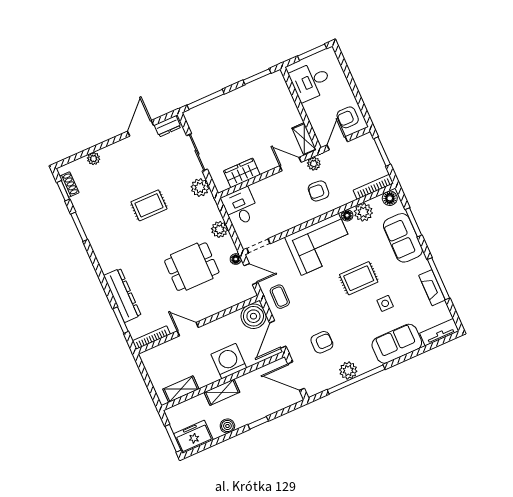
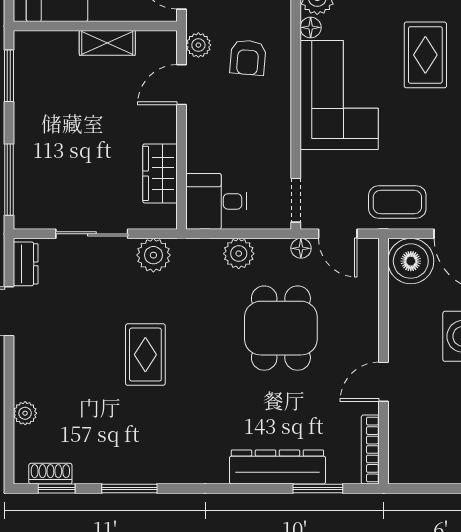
shelving: (304, 139) -> (107, 43), moved
door: (251, 274) -> (338, 234), swing flipped
coffee table: (280, 297) -> (397, 202), width x1.36, depth x1.30

